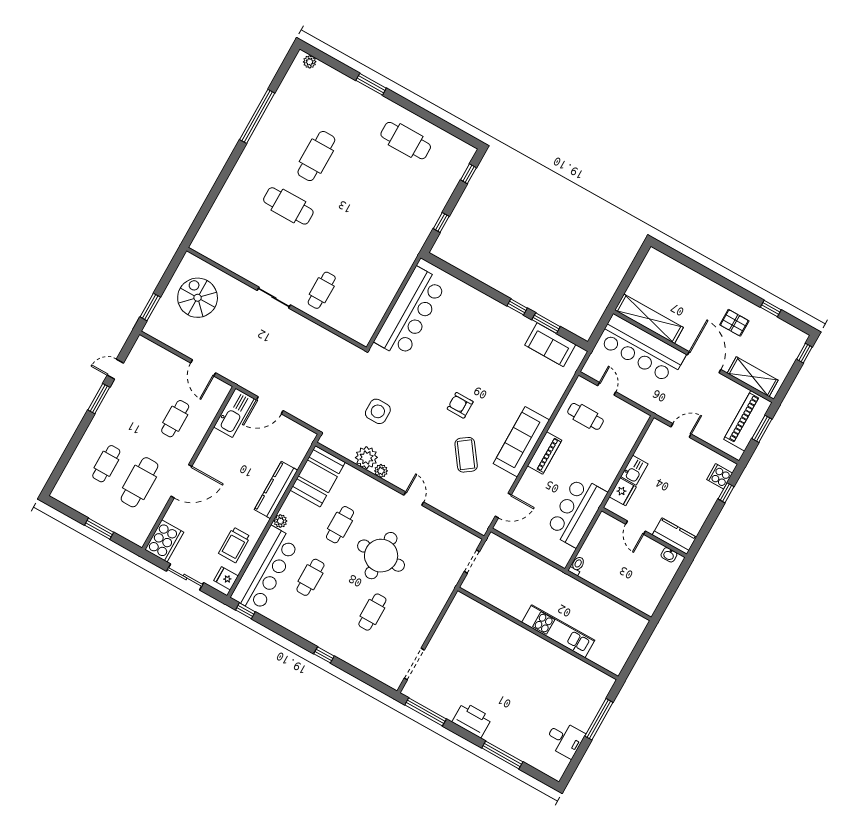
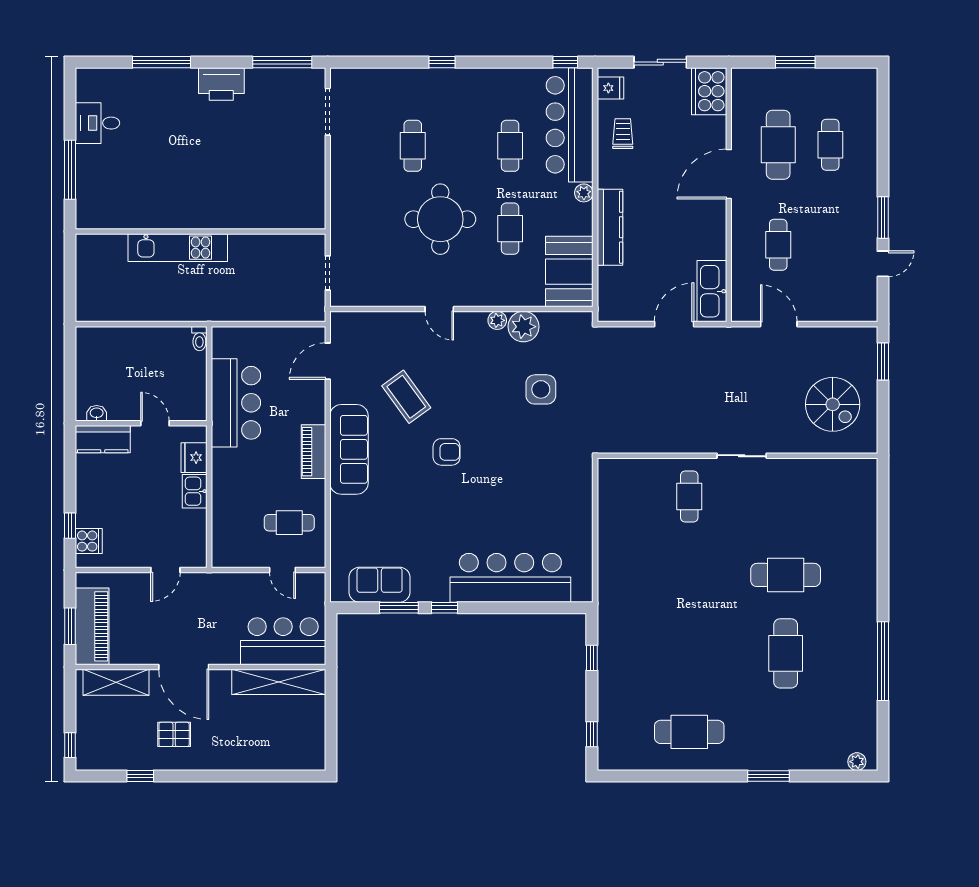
bar counter: (410, 312) -> (510, 578), moved, turned 90
bar counter: (642, 349) -> (283, 641), width x0.73
trolley: (234, 545) -> (623, 134), width x0.73, depth x0.72

